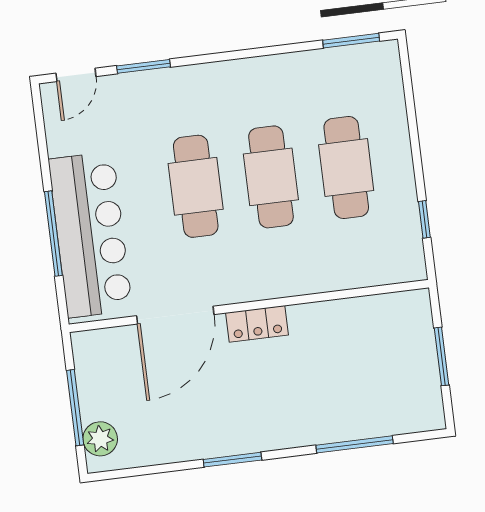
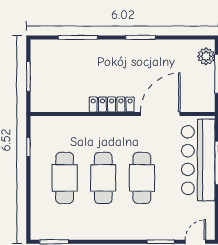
locker: (257, 324) -> (112, 104), width x1.53

